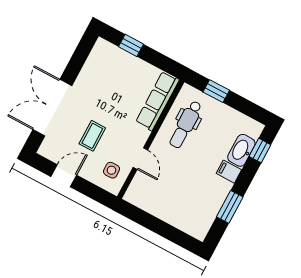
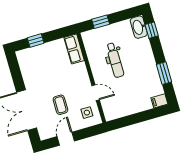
row of seats: (157, 101) -> (74, 49), width x0.68
dental chair: (186, 124) -> (115, 60), moved
washbasin: (241, 150) -> (139, 27), moved
filing cabinet: (229, 172) -> (159, 101), moved

